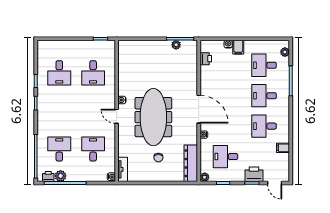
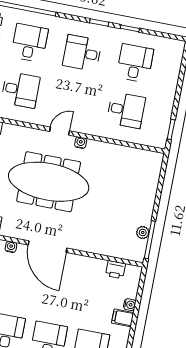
desk: (59, 73) -> (135, 63), turned 90
desk: (93, 73) -> (126, 110), turned 180
door: (199, 109) -> (47, 247), hinge flipped
desk: (59, 111) -> (82, 53), added
desk: (59, 149) -> (30, 43), turned -90

